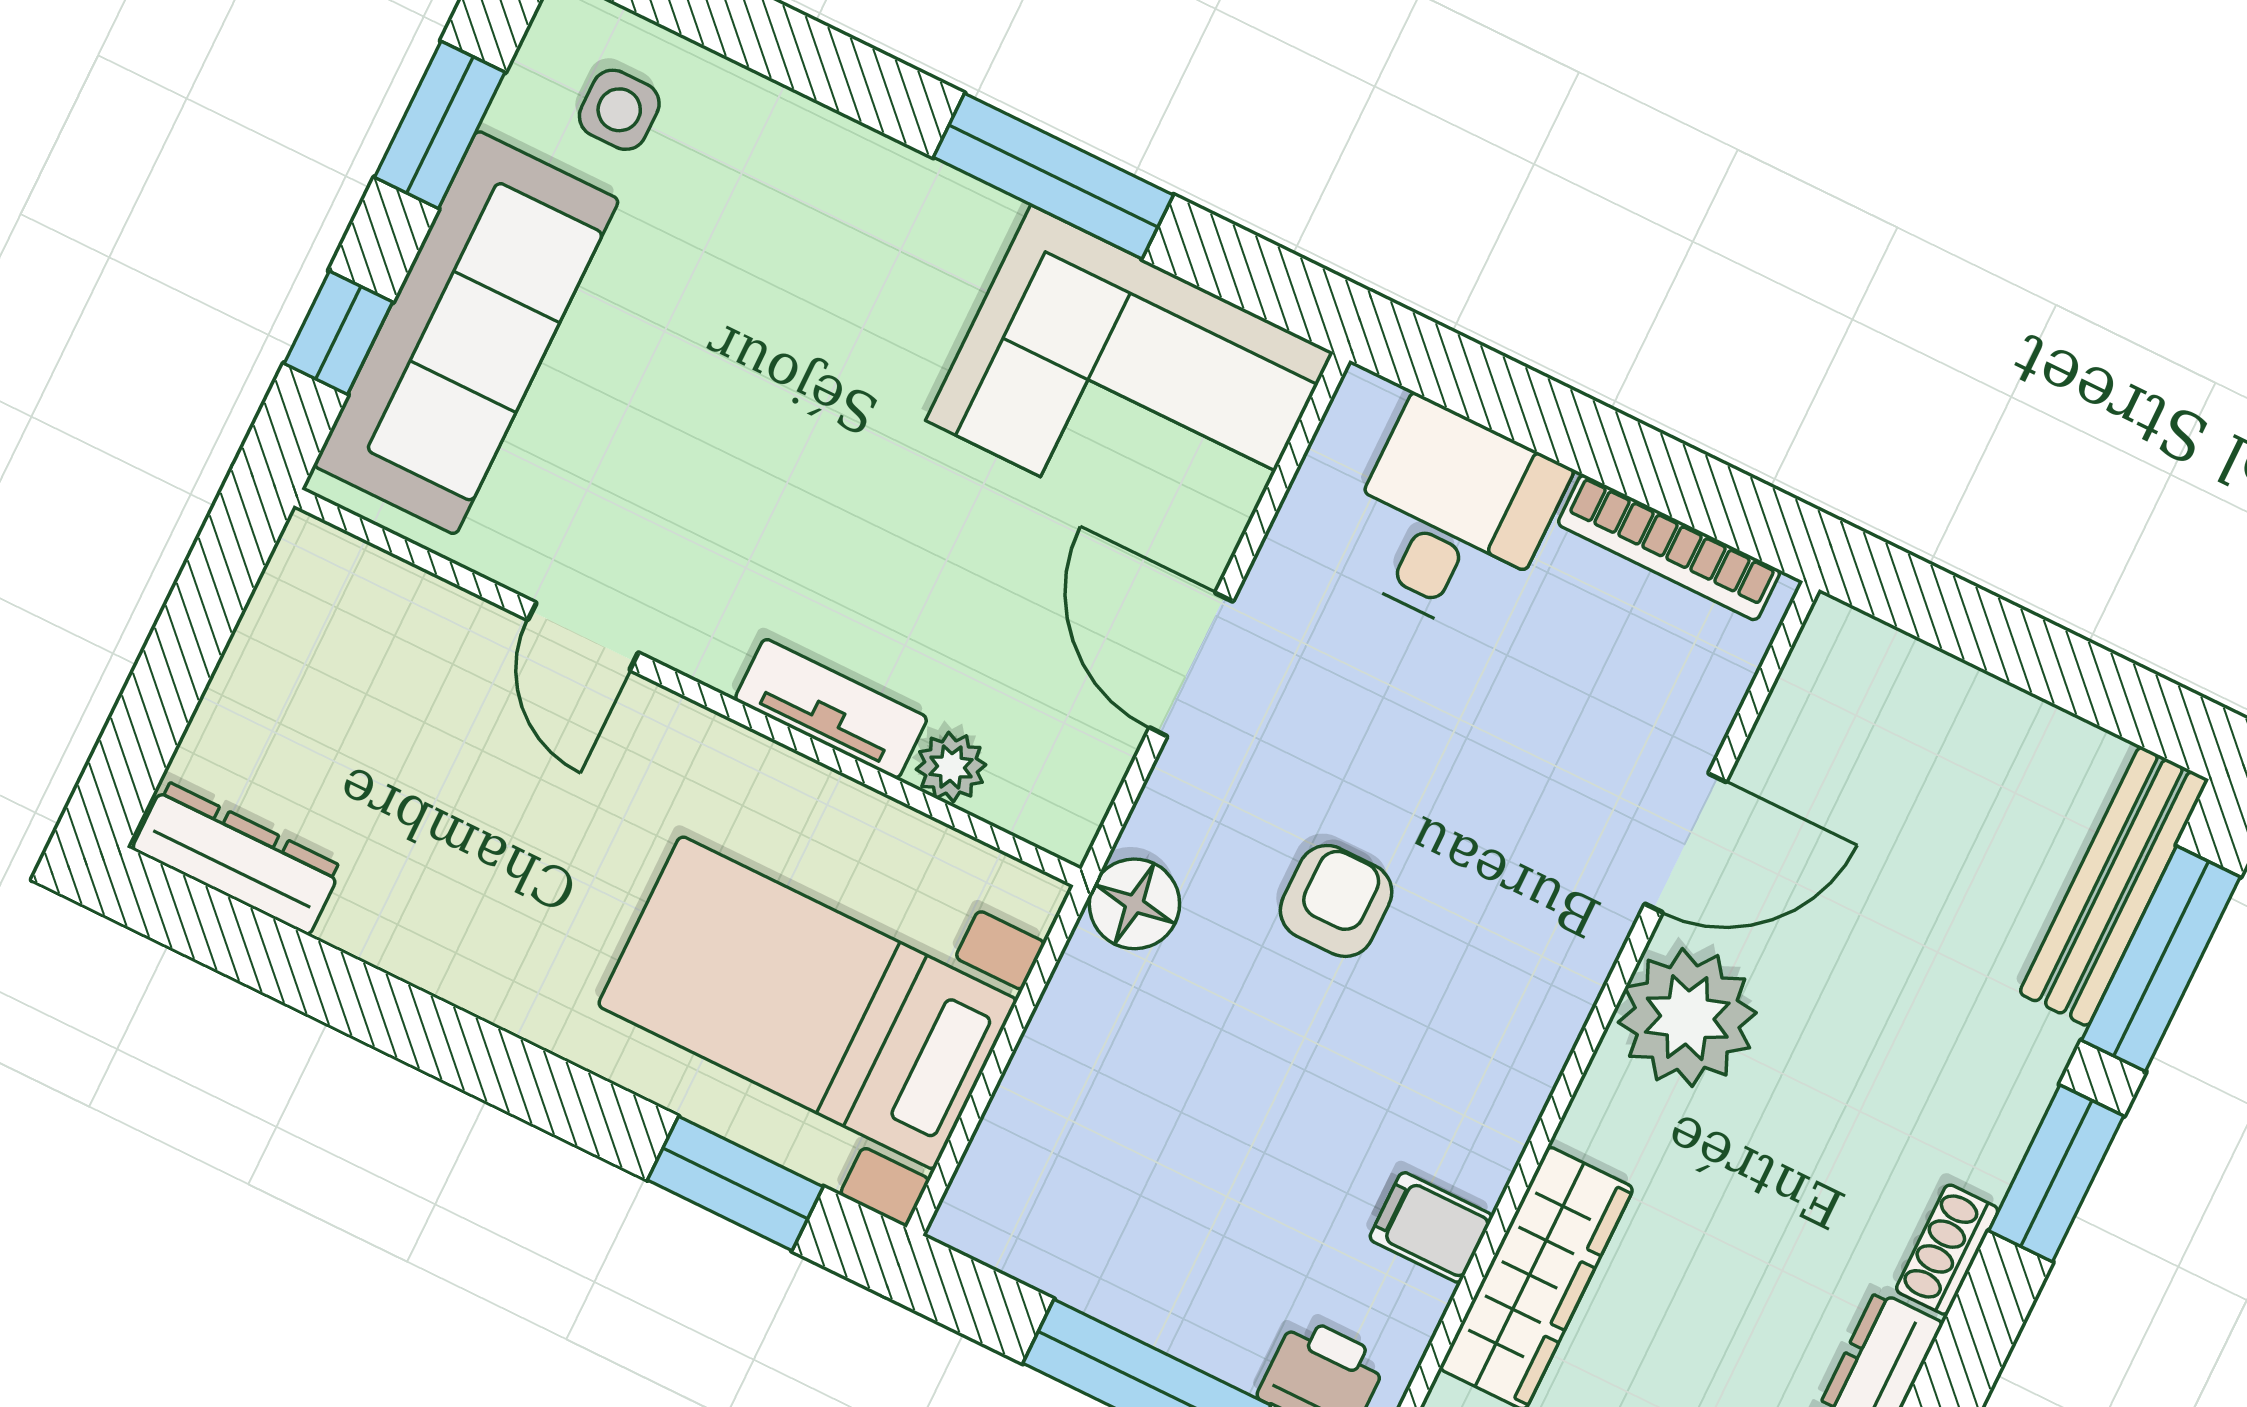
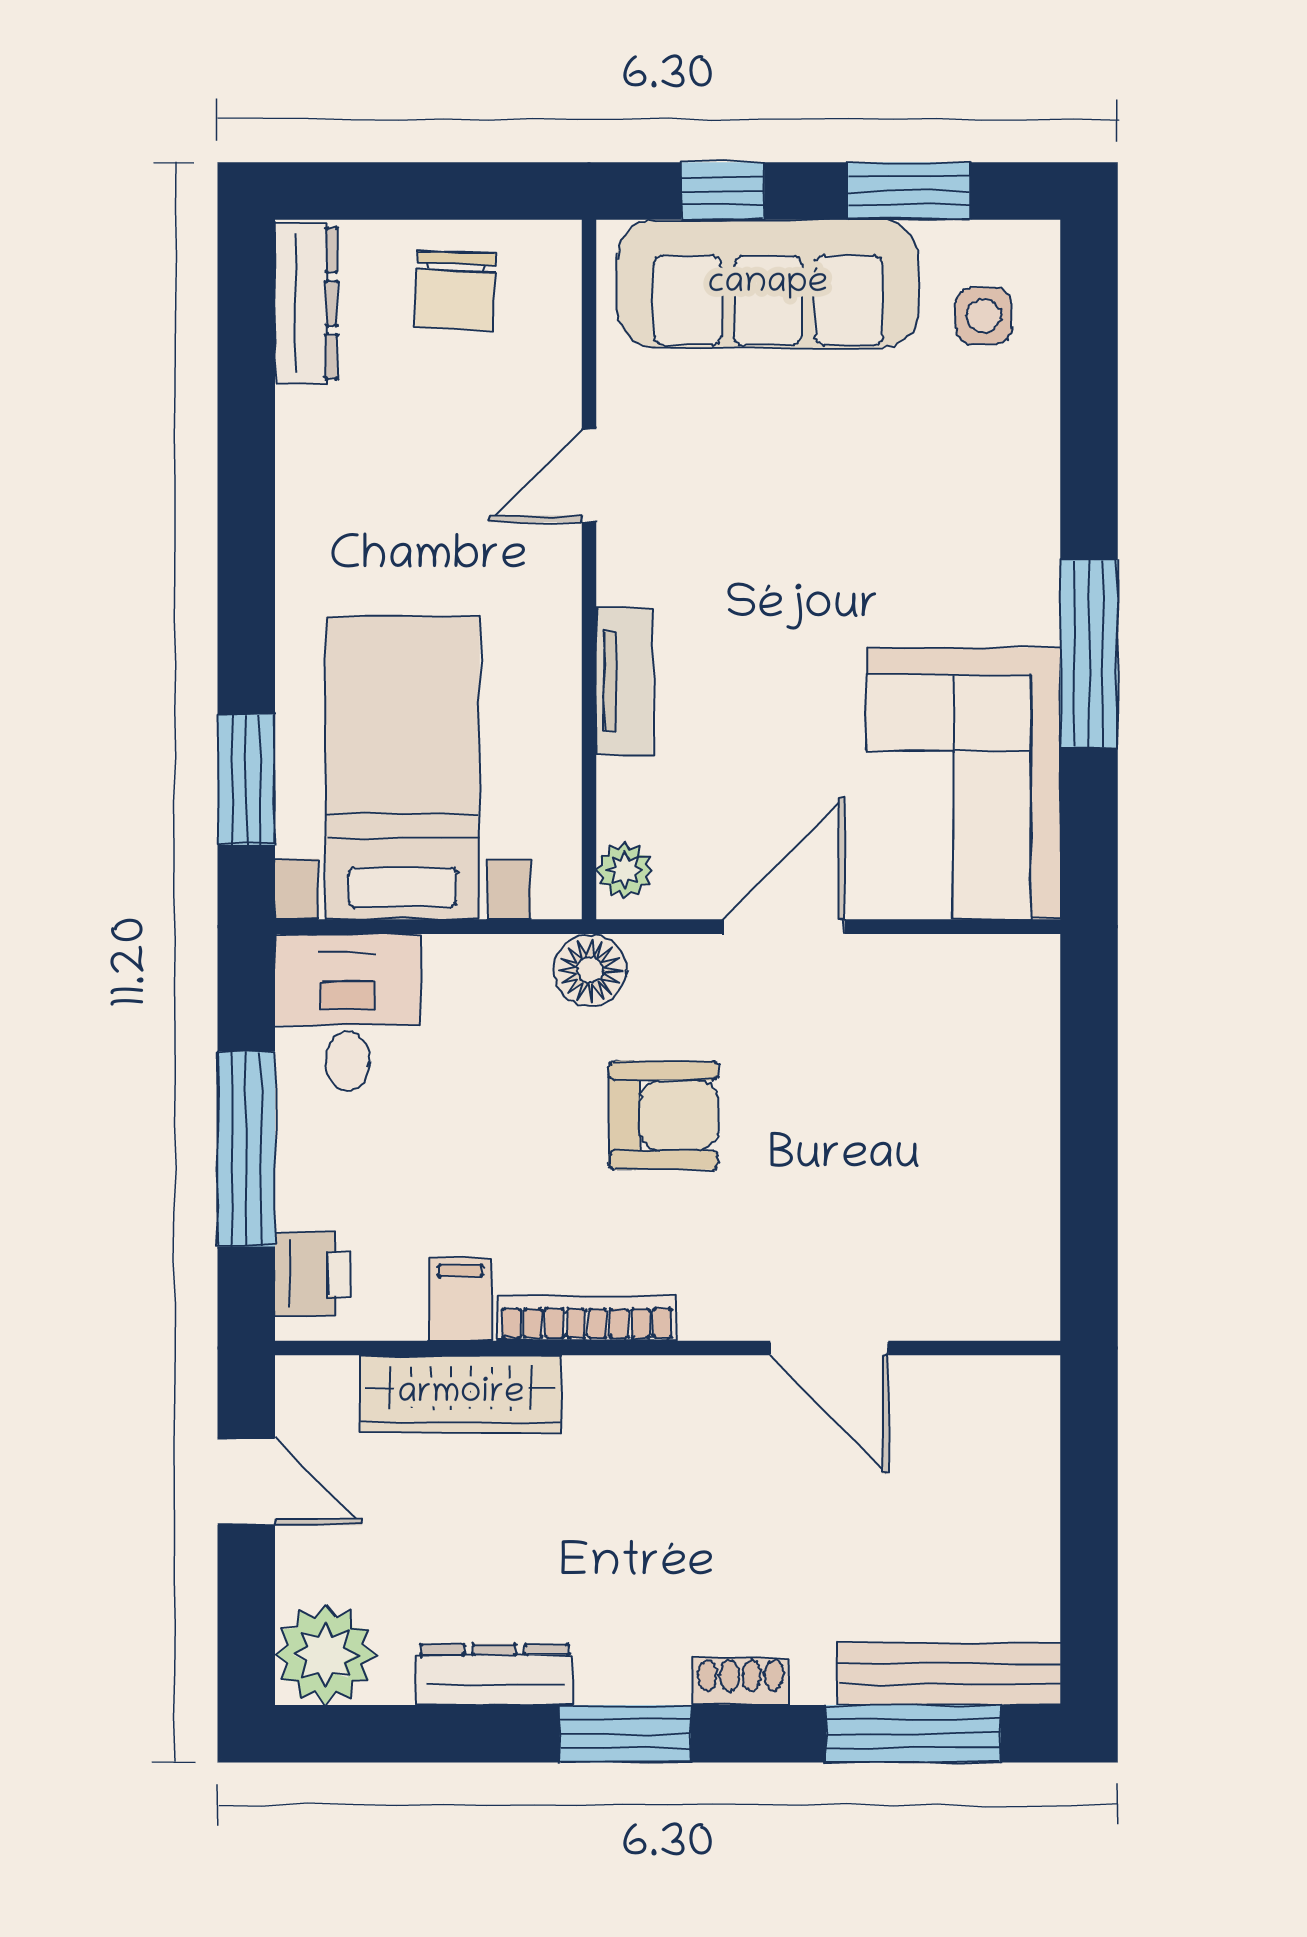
desk: (1451, 518) -> (348, 1012), moved, turned -90
bookcase: (1669, 548) -> (587, 1318), moved, turned 90
chair: (304, 685) -> (455, 291), added
plant: (951, 767) -> (624, 870), moved
armchair: (1336, 901) -> (663, 1115), width x1.38, depth x1.38
plant: (1687, 1018) -> (703, 1411), removed
window: (2056, 1173) -> (625, 1734), moved
shoe rack: (1947, 1250) -> (741, 1682), moved

